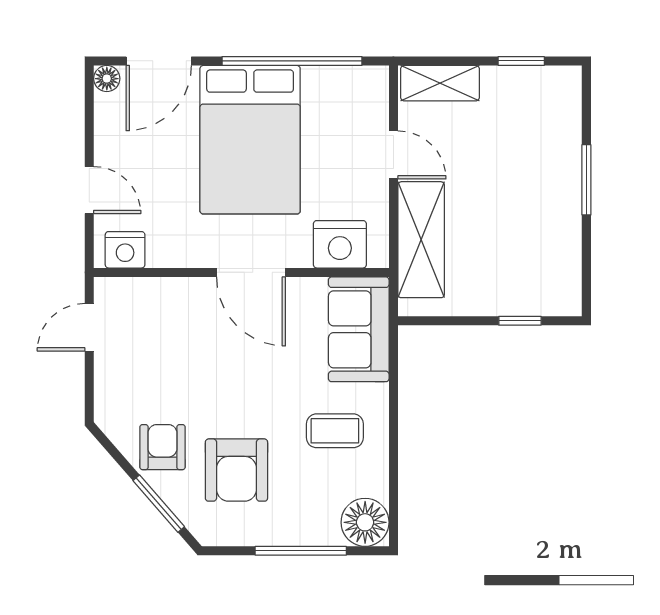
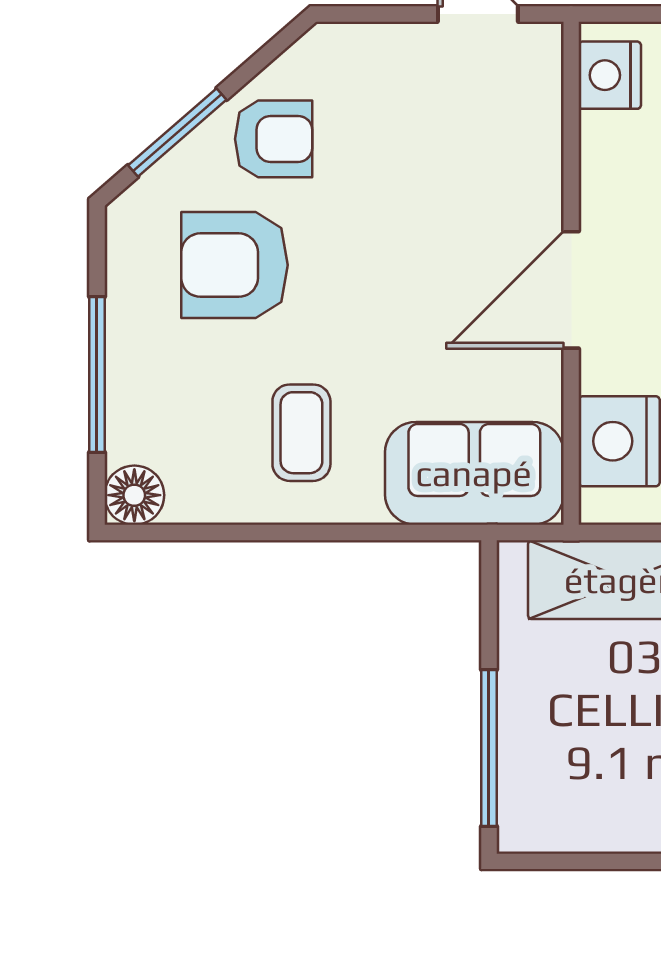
window: (520, 321) -> (489, 748), width x2.17
floor lamp: (365, 522) -> (134, 495), width x0.73, depth x0.73

